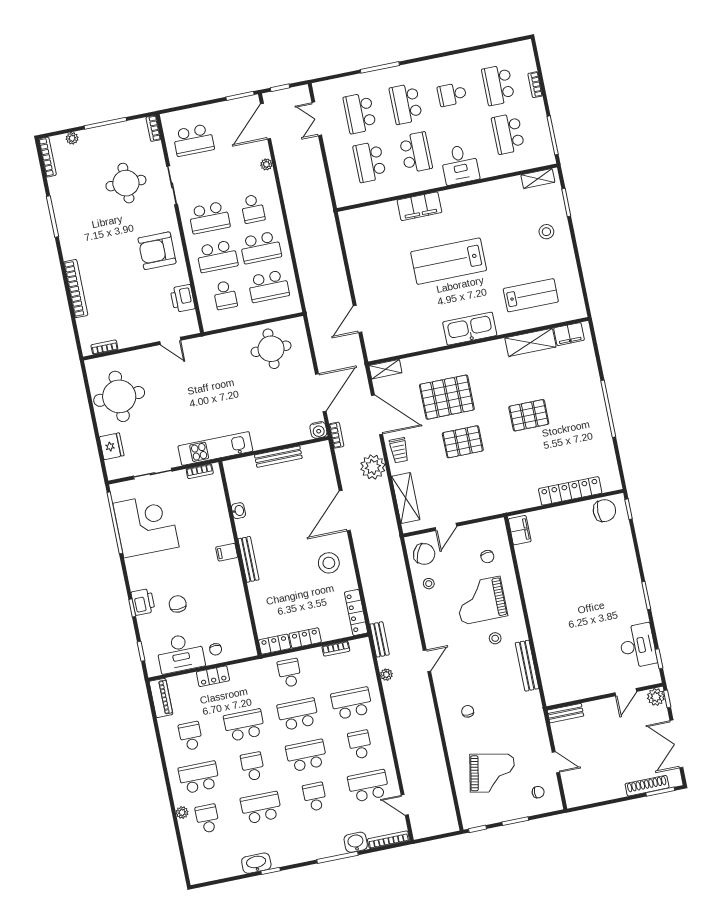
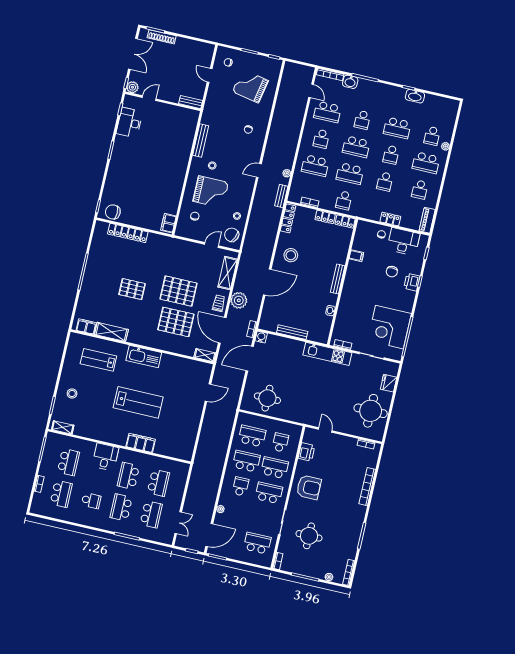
school desk: (406, 104) -> (121, 507), turned 180
pallet: (463, 442) -> (178, 291), width x1.37, depth x1.41
filing cabinet: (227, 552) -> (356, 256), moved
school desk: (244, 725) -> (385, 182), width x0.54

